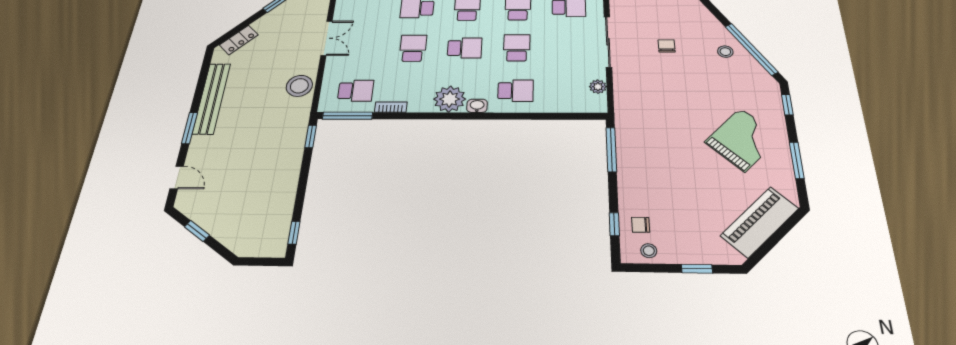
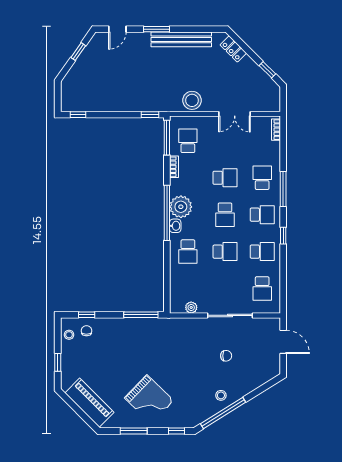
school desk: (356, 91) -> (188, 141), turned 180
window: (457, 116) -> (167, 213), added

